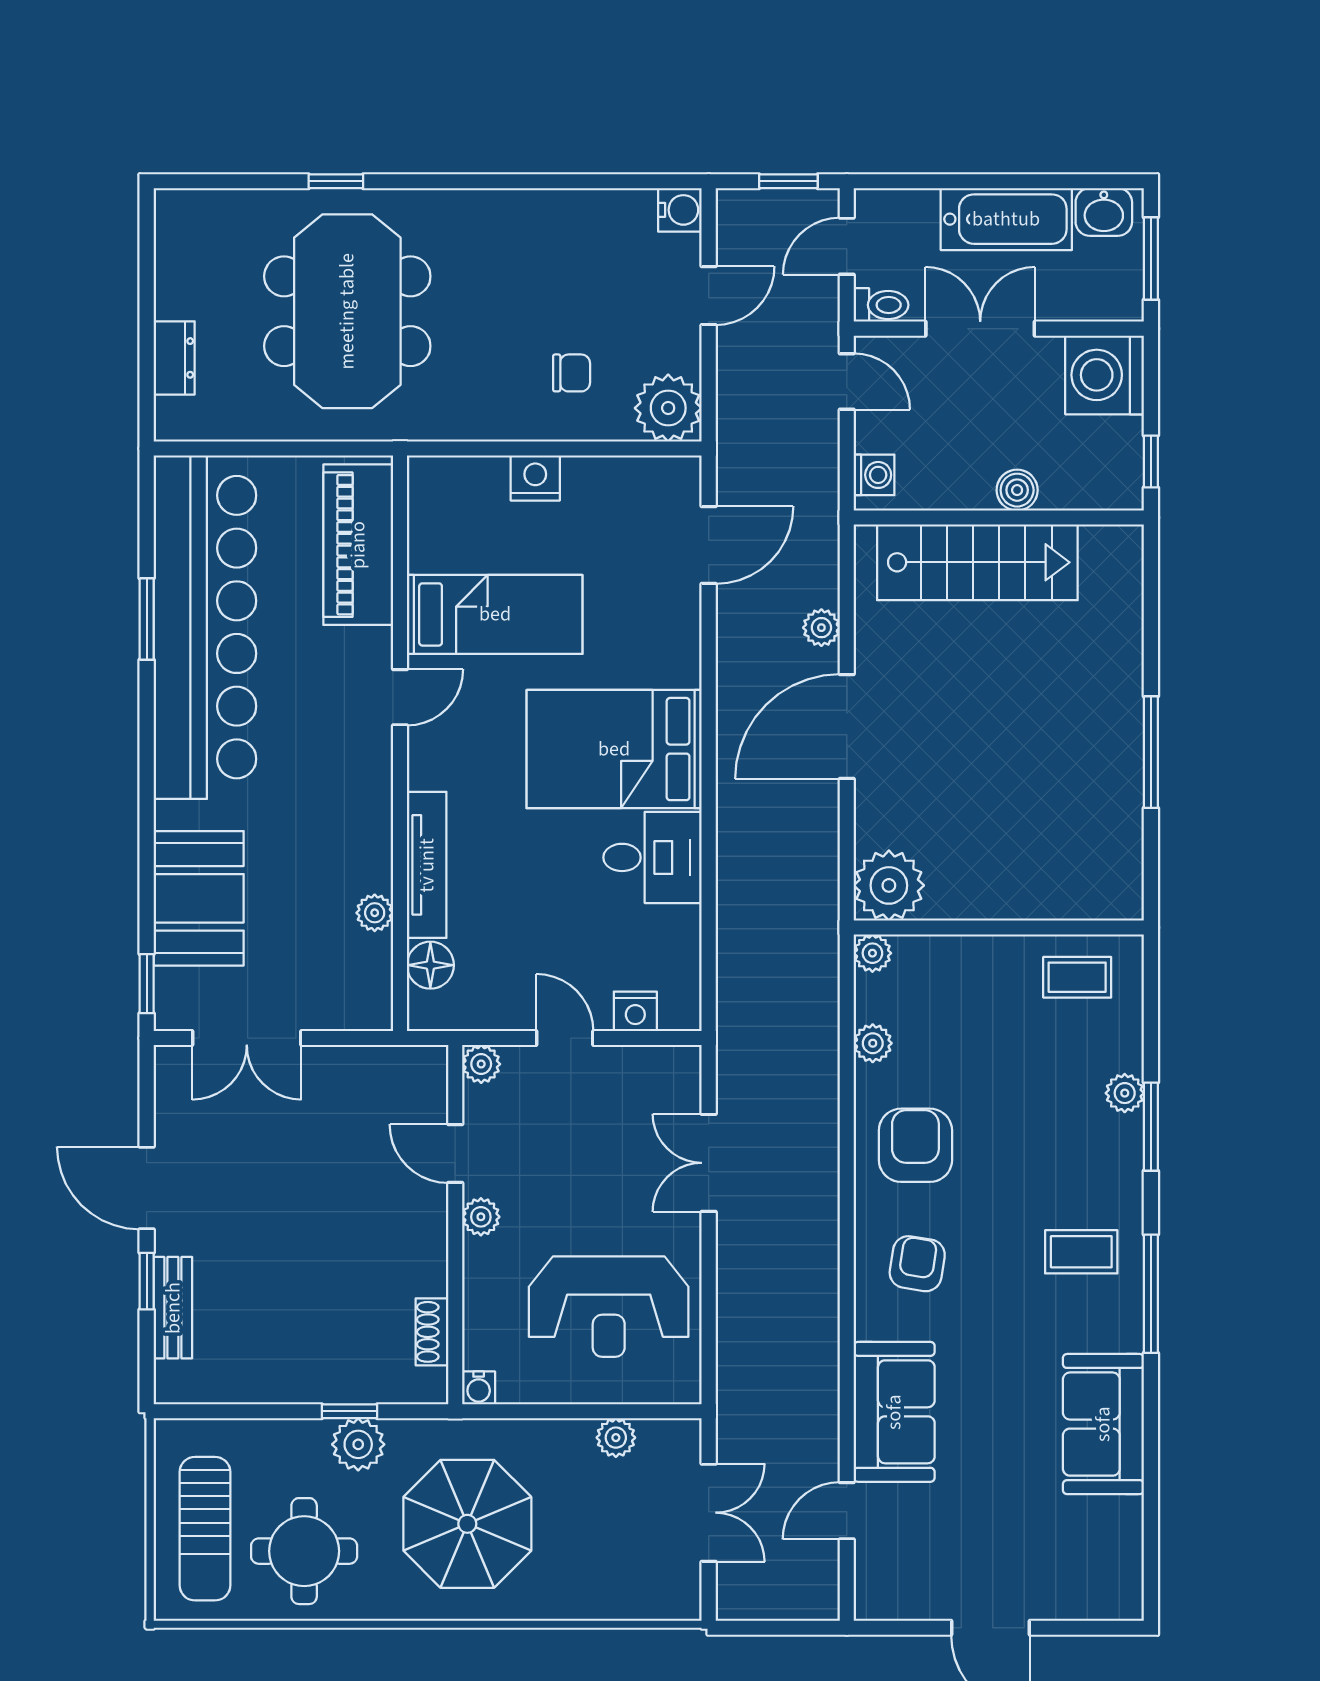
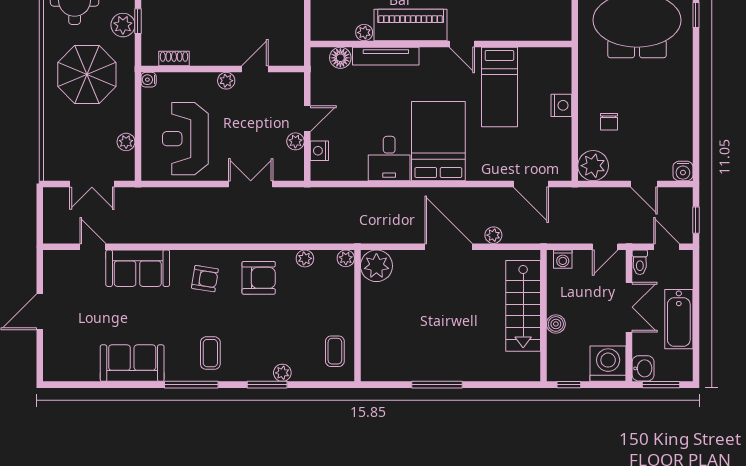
washbasin: (1104, 212) -> (643, 368), moved, turned 180
piano: (358, 545) -> (411, 25), moved
plant: (481, 1064) -> (295, 141), moved

